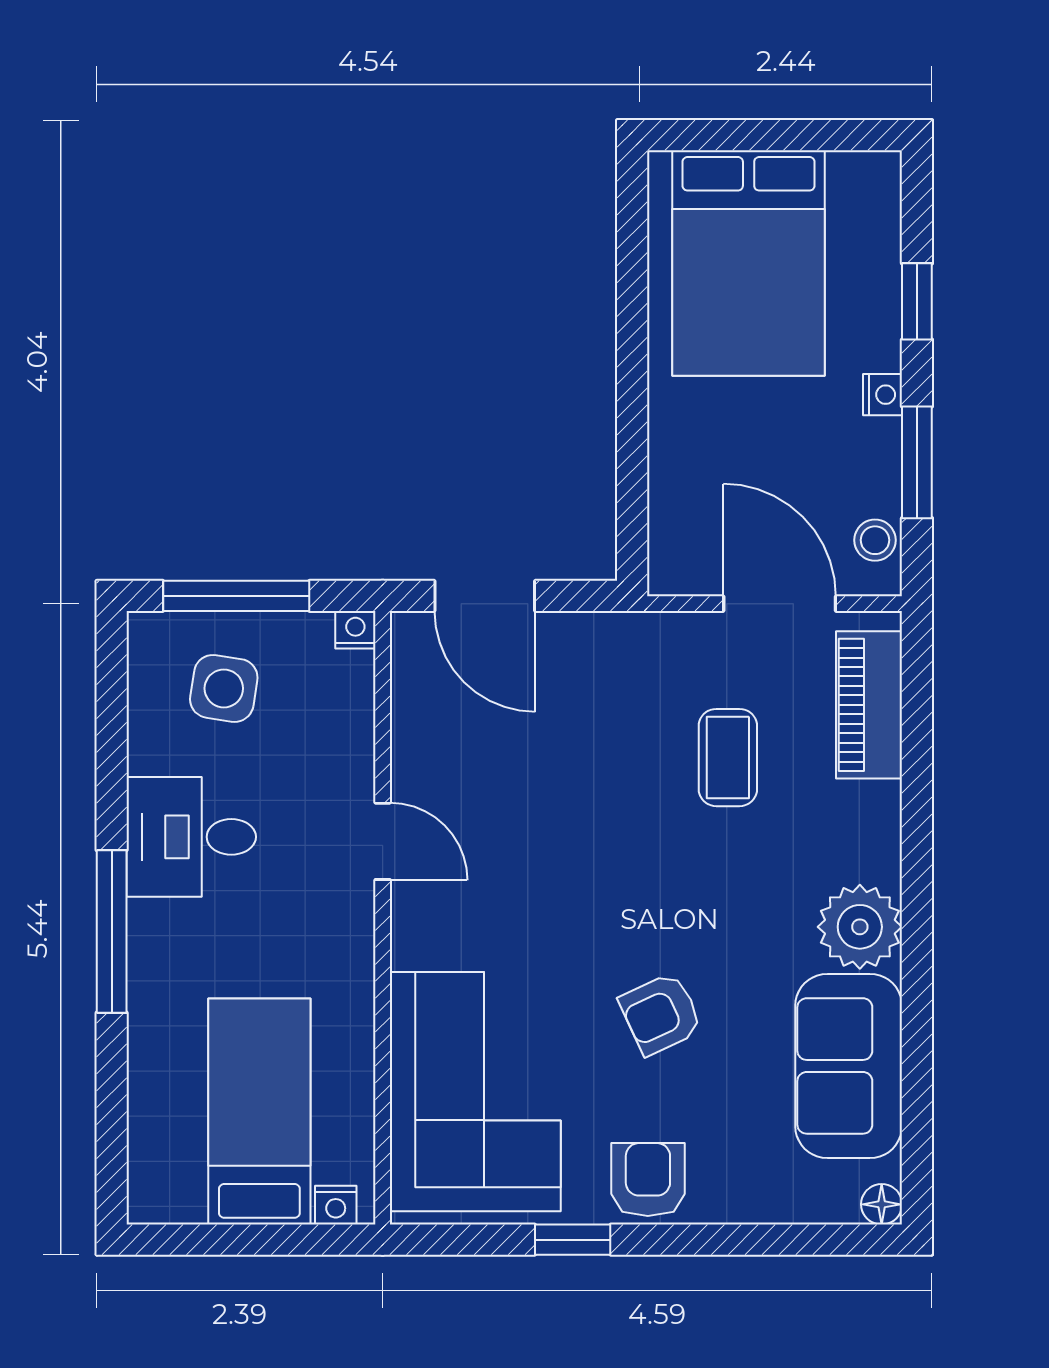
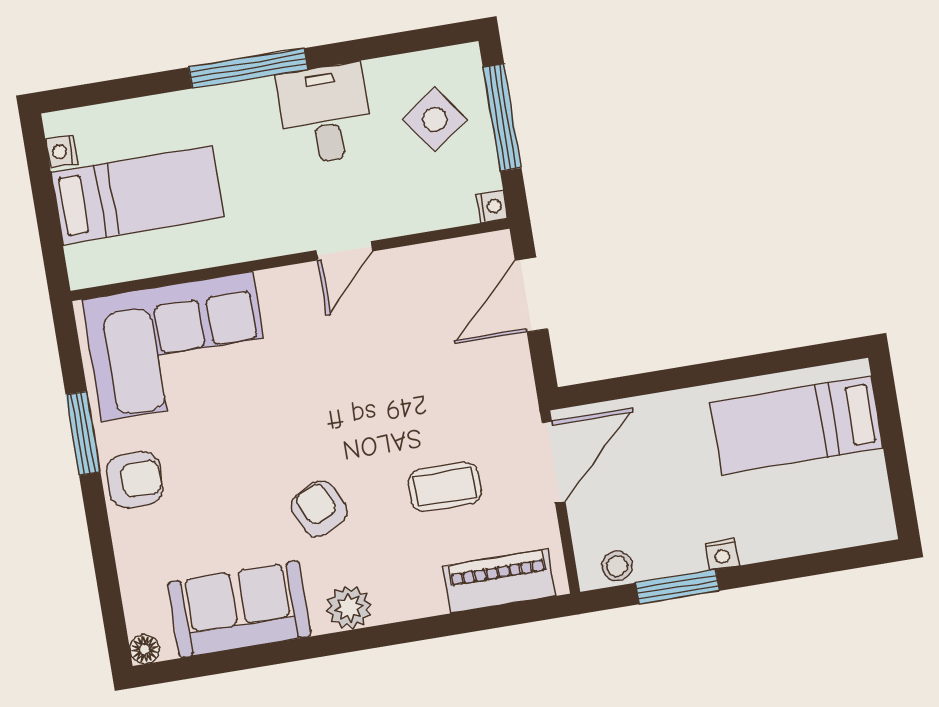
bed: (749, 263) -> (797, 425), width x0.67
window: (917, 301) -> (792, 568), removed
door: (780, 604) -> (554, 462), moved
side table: (224, 688) -> (435, 120), turned 45
plant: (860, 927) -> (349, 608), width x0.73, depth x0.73
armchair: (661, 1014) -> (319, 509), moved
nightstand: (336, 1205) -> (62, 151), moved
window: (573, 1240) -> (83, 433), width x1.50

